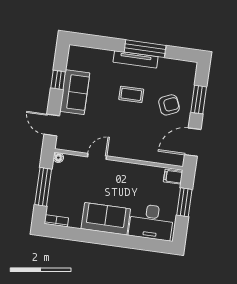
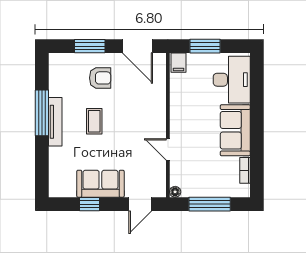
armchair: (169, 105) -> (100, 78), turned 113
bookcase: (56, 221) -> (245, 170), moved

